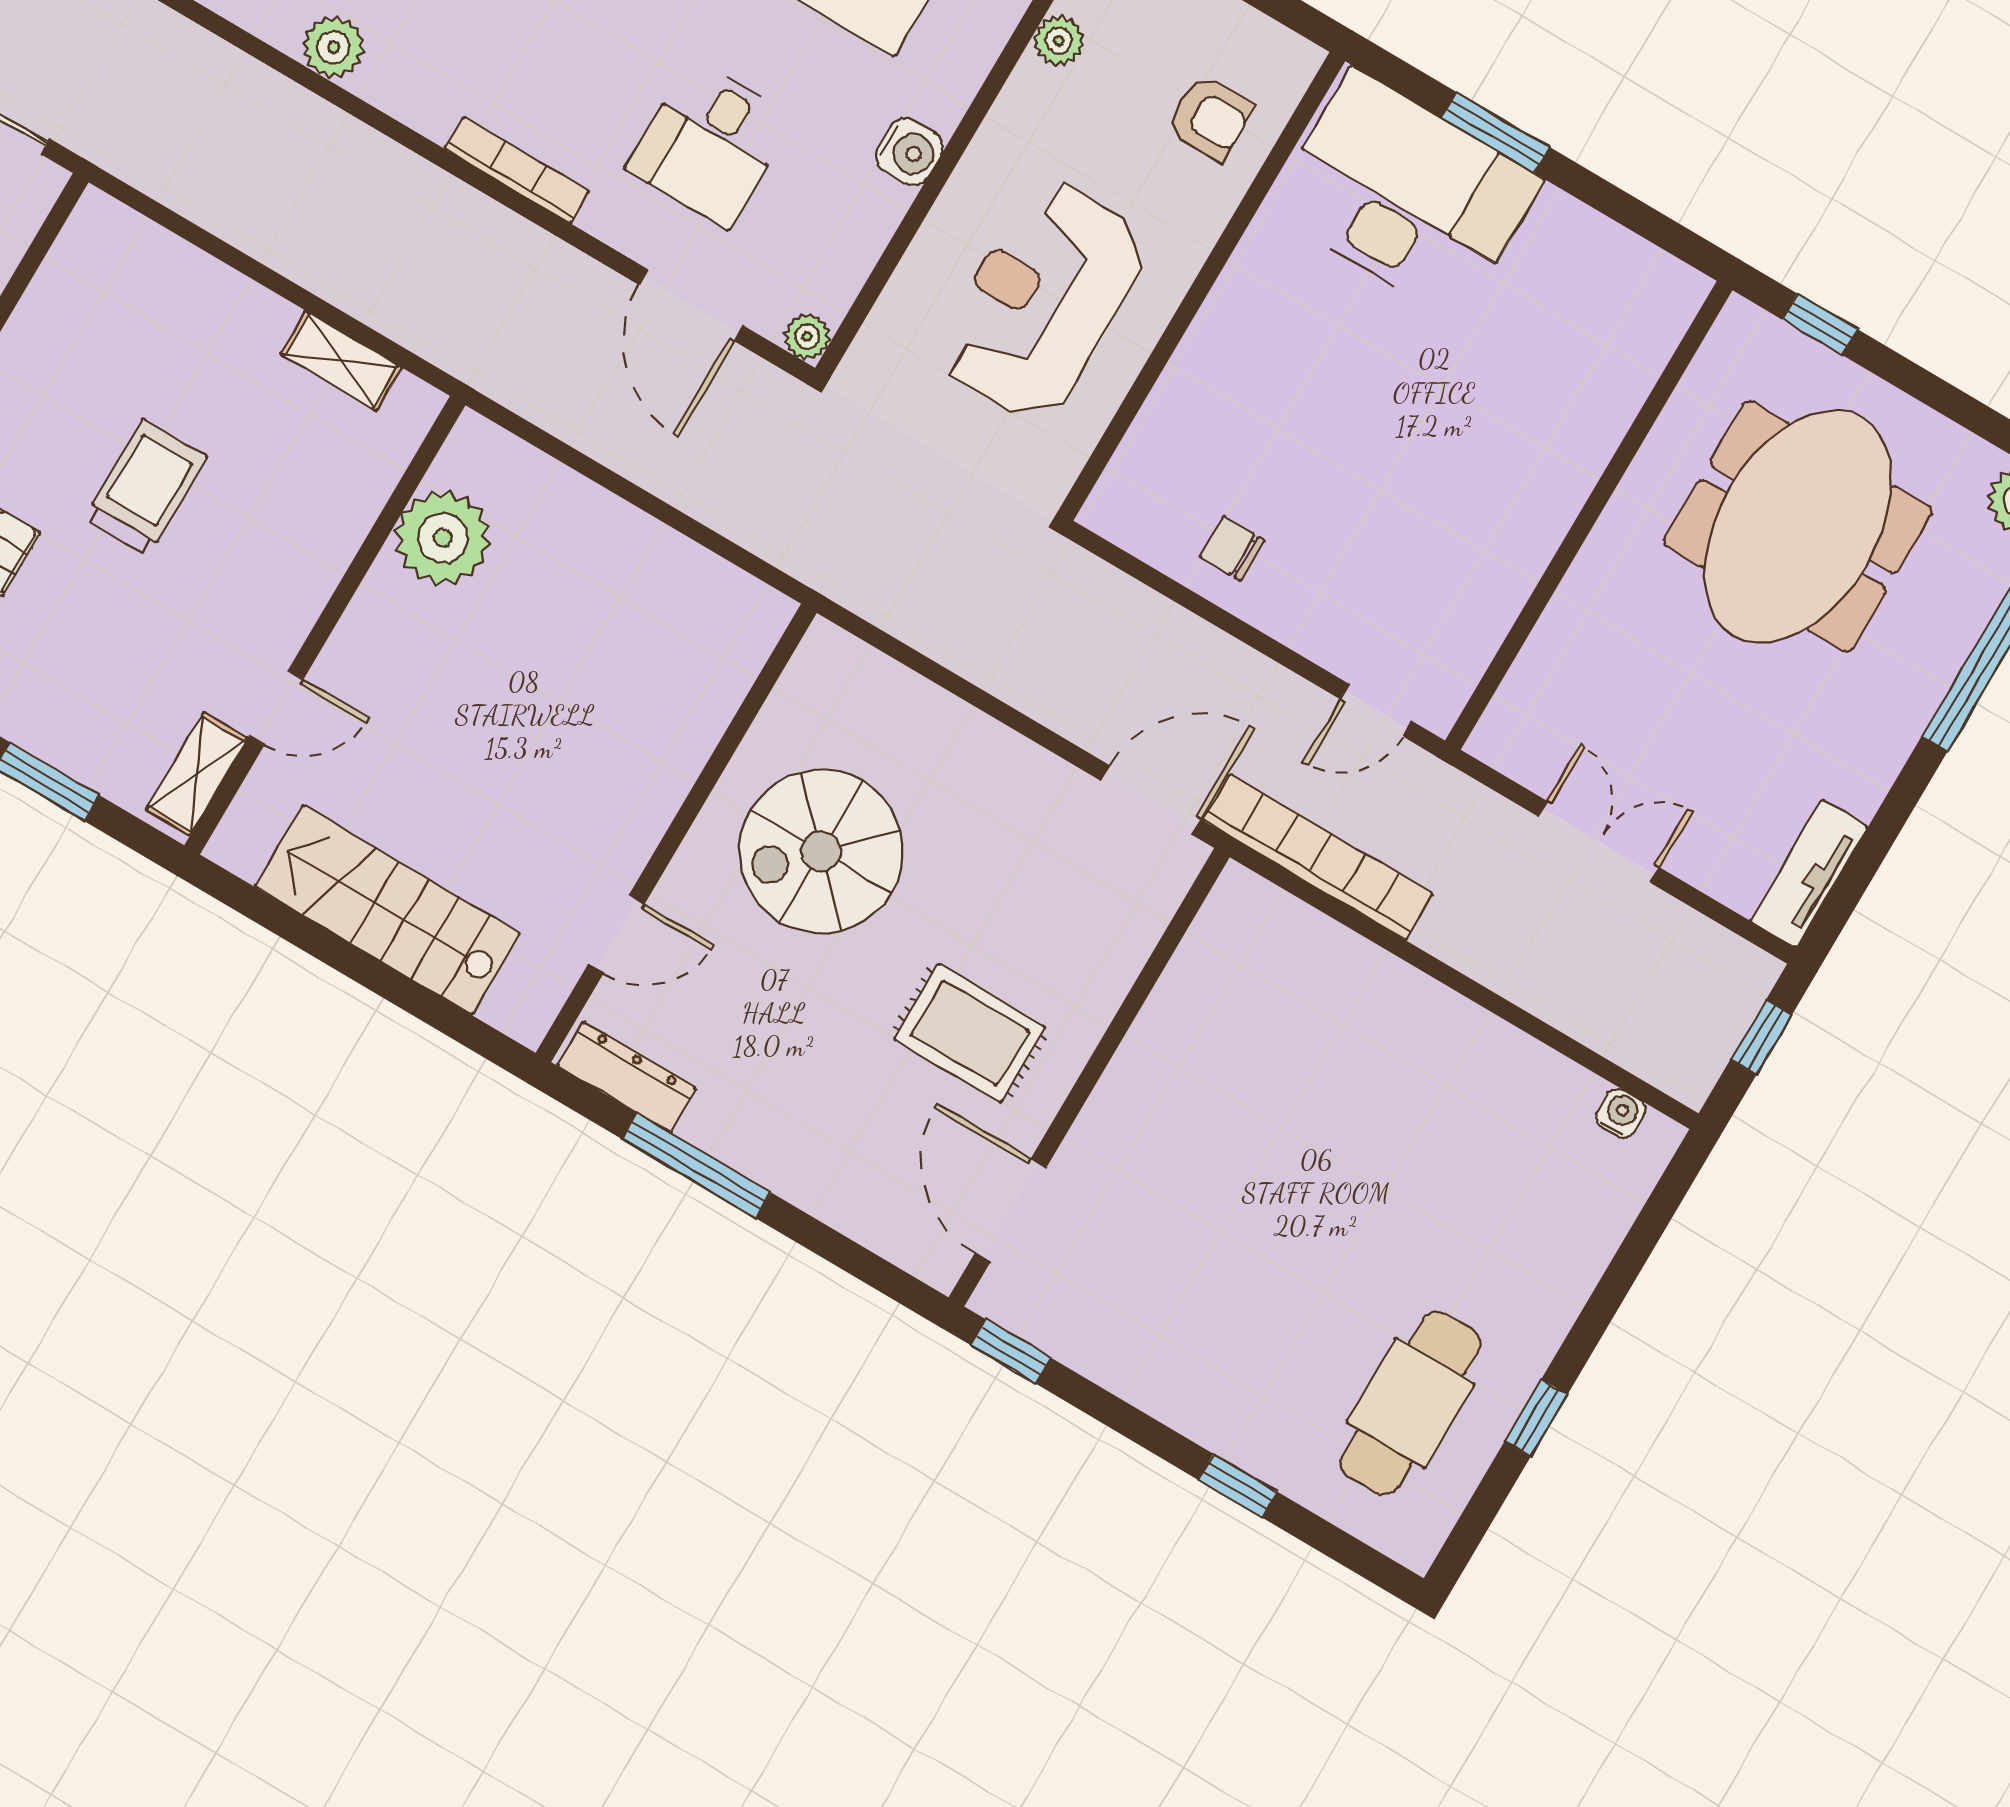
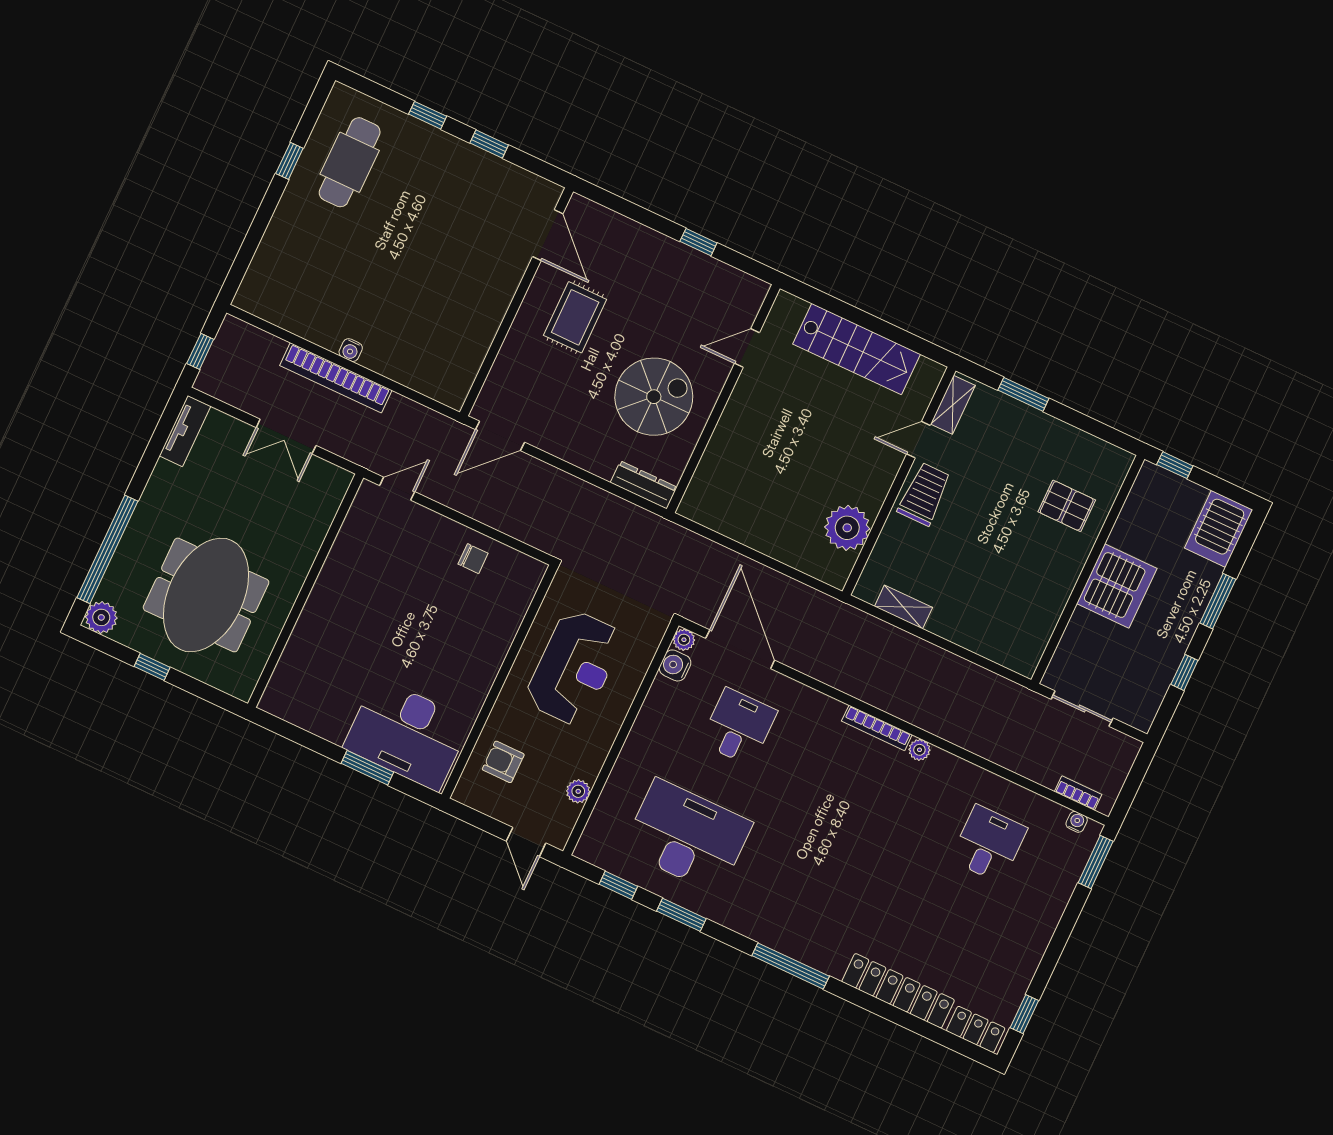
plant: (333, 47) -> (919, 750), width x0.73, depth x0.73
water cooler: (909, 151) -> (675, 665), moved
bookcase: (517, 170) -> (877, 728), moved
door: (691, 305) -> (740, 649), width x1.36
window: (1820, 324) -> (152, 667), moved
trolley: (146, 488) -> (924, 494), moved, turned 180
bookcase: (1318, 857) -> (336, 378), moved
rug: (970, 1033) -> (575, 317), turned 90
dresser: (627, 1077) -> (644, 485), moved, turned 180
water cooler: (1621, 1113) -> (351, 350), moved
window: (696, 1166) -> (698, 242), width x0.46
window: (1011, 1352) -> (489, 144), moved

